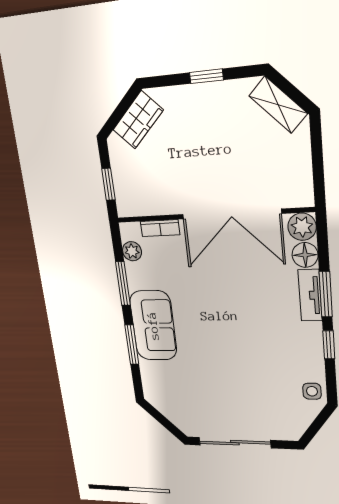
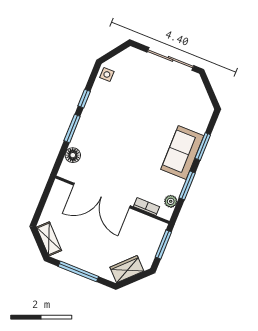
window: (206, 76) -> (78, 271), width x2.17
window: (108, 184) -> (163, 244), width x1.50
double door: (231, 214) -> (102, 195), swing flipped
plant: (302, 227) -> (67, 171), removed
tv unit: (310, 295) -> (81, 131), removed

